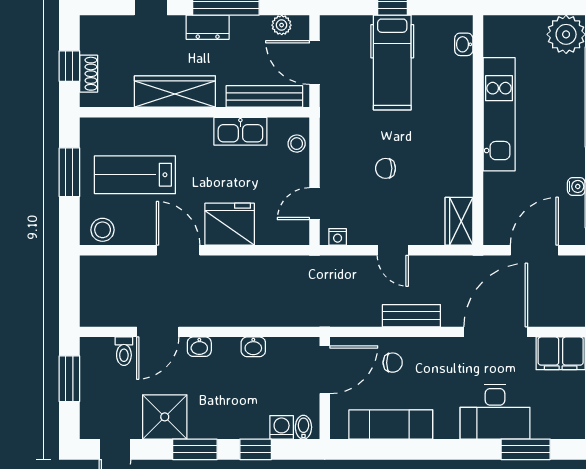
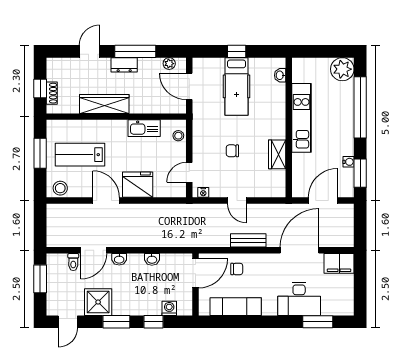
bench: (264, 96) -> (159, 107), removed
wardrobe: (459, 221) -> (277, 154), moved
bidet: (303, 427) -> (183, 308), removed

